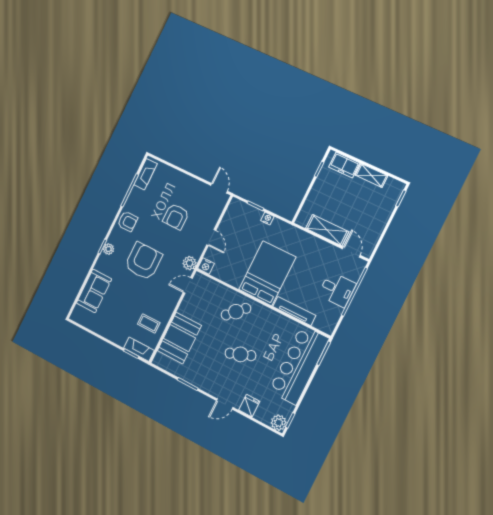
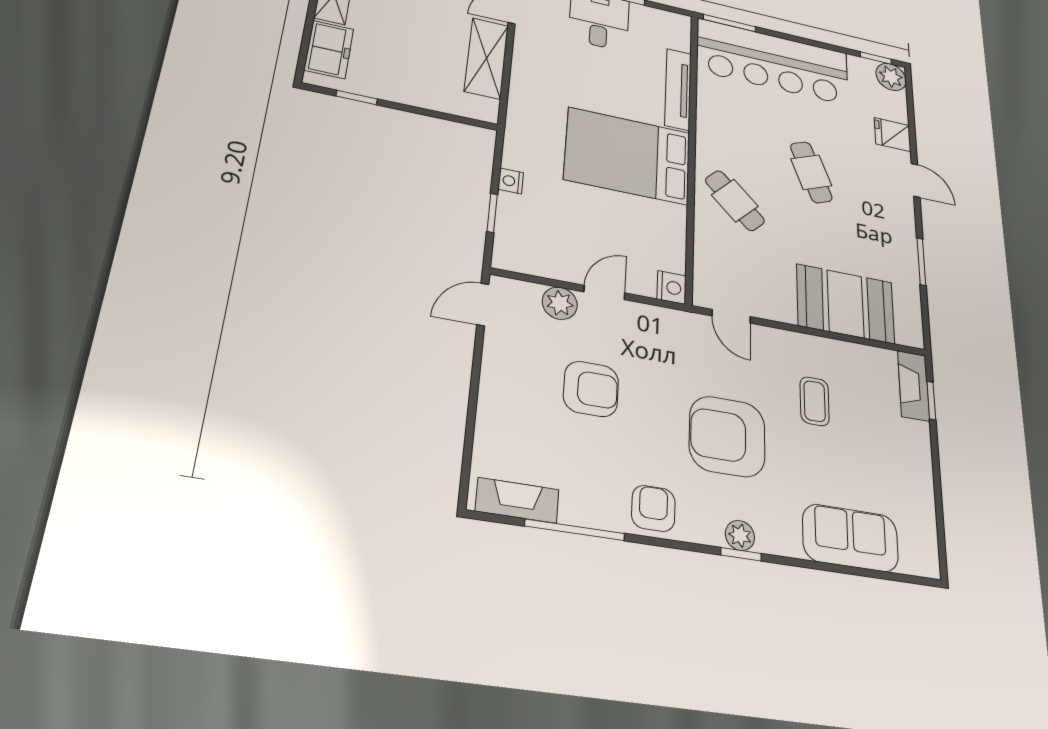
plant: (190, 263) -> (560, 303), moved
coffee table: (149, 323) -> (815, 401), moved

